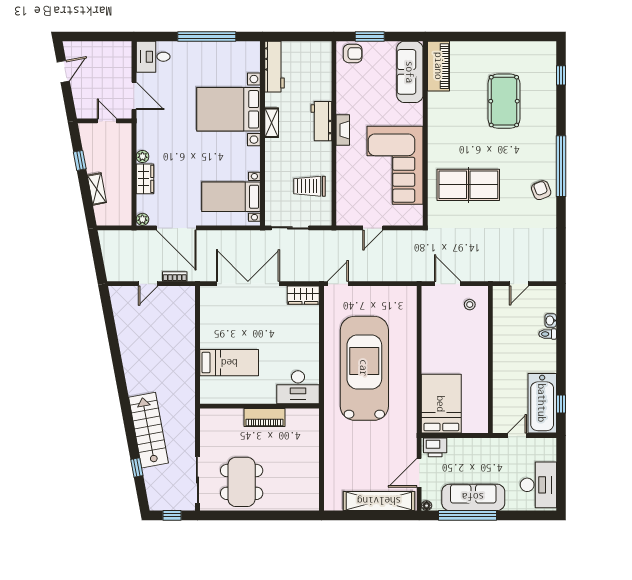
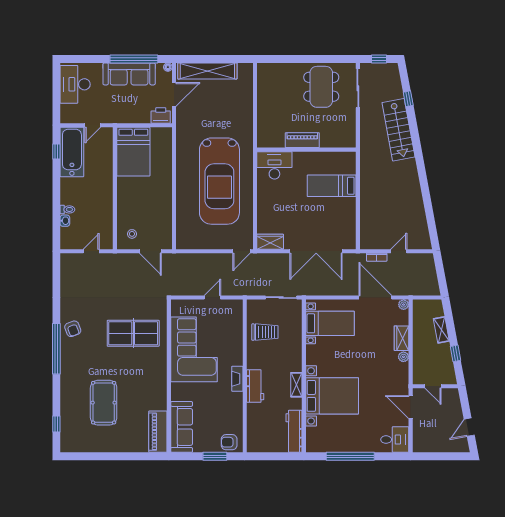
bed: (441, 404) -> (133, 152), moved

